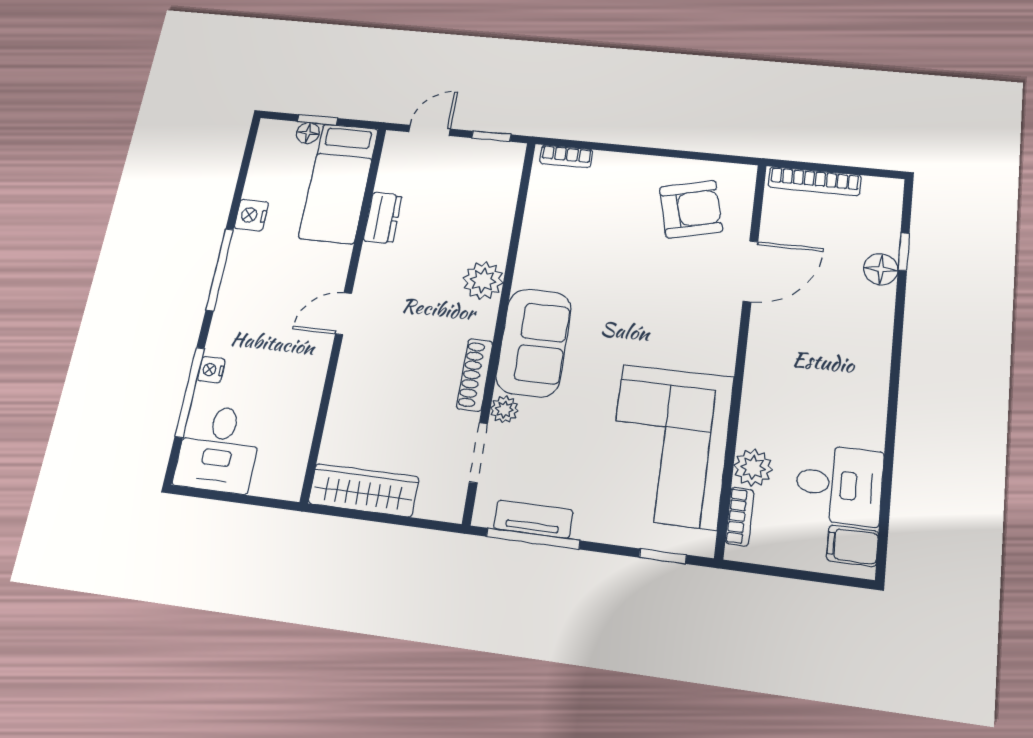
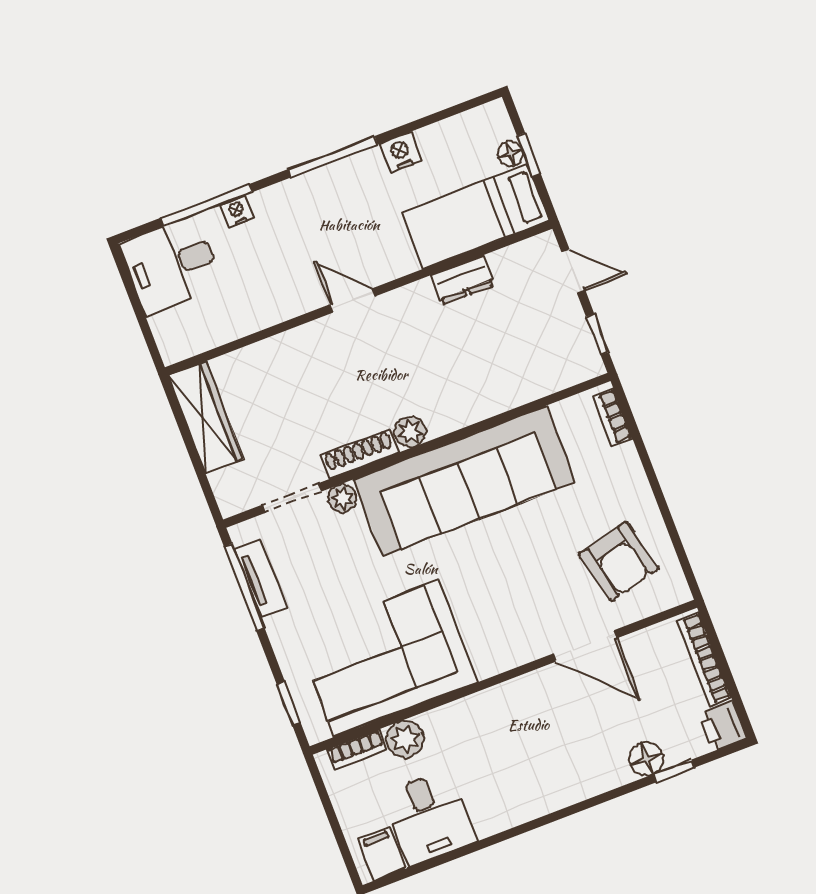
printer: (883, 194) -> (723, 726), added
plant: (483, 281) -> (410, 432), moved, width x0.73, depth x0.73
sofa: (534, 342) -> (464, 481), width x1.85, depth x1.27

